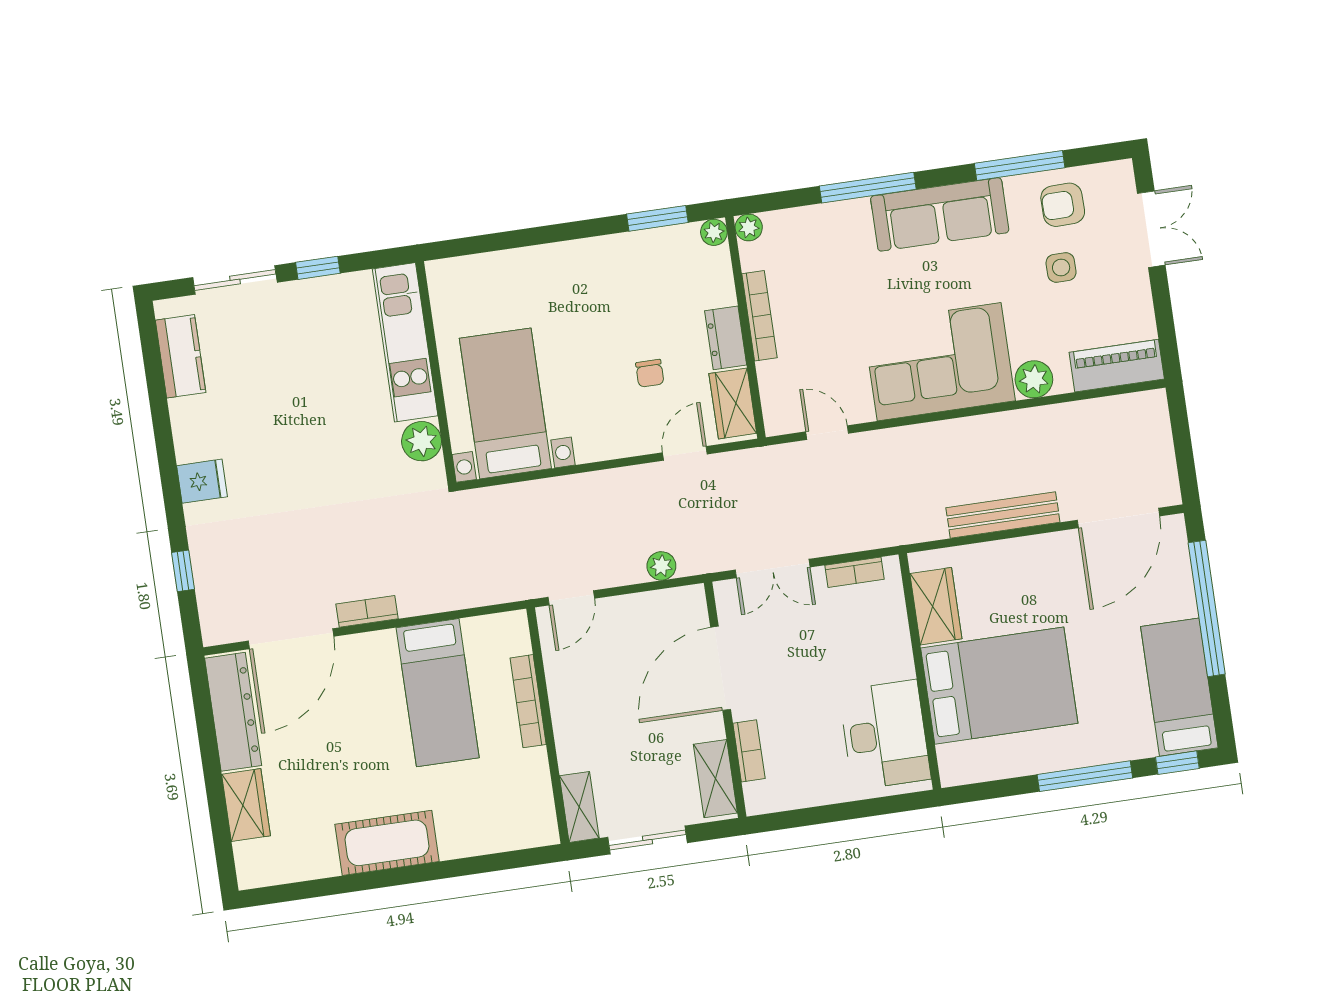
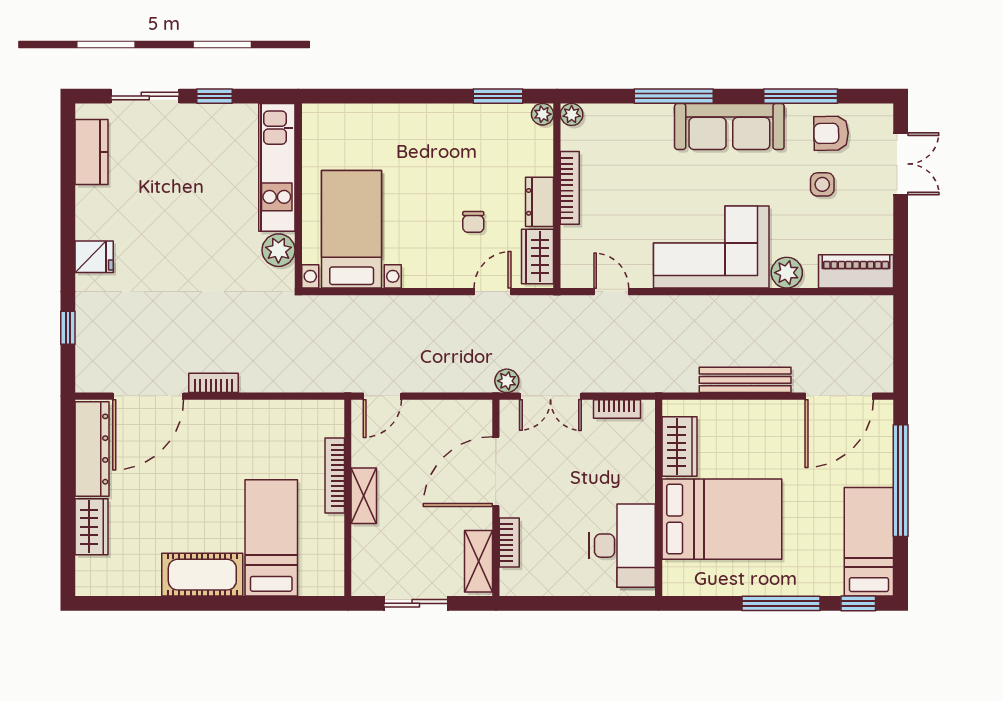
plant: (661, 566) -> (507, 381), moved
bed: (438, 693) -> (271, 538), moved, turned 180
shelving: (579, 807) -> (364, 496), moved

